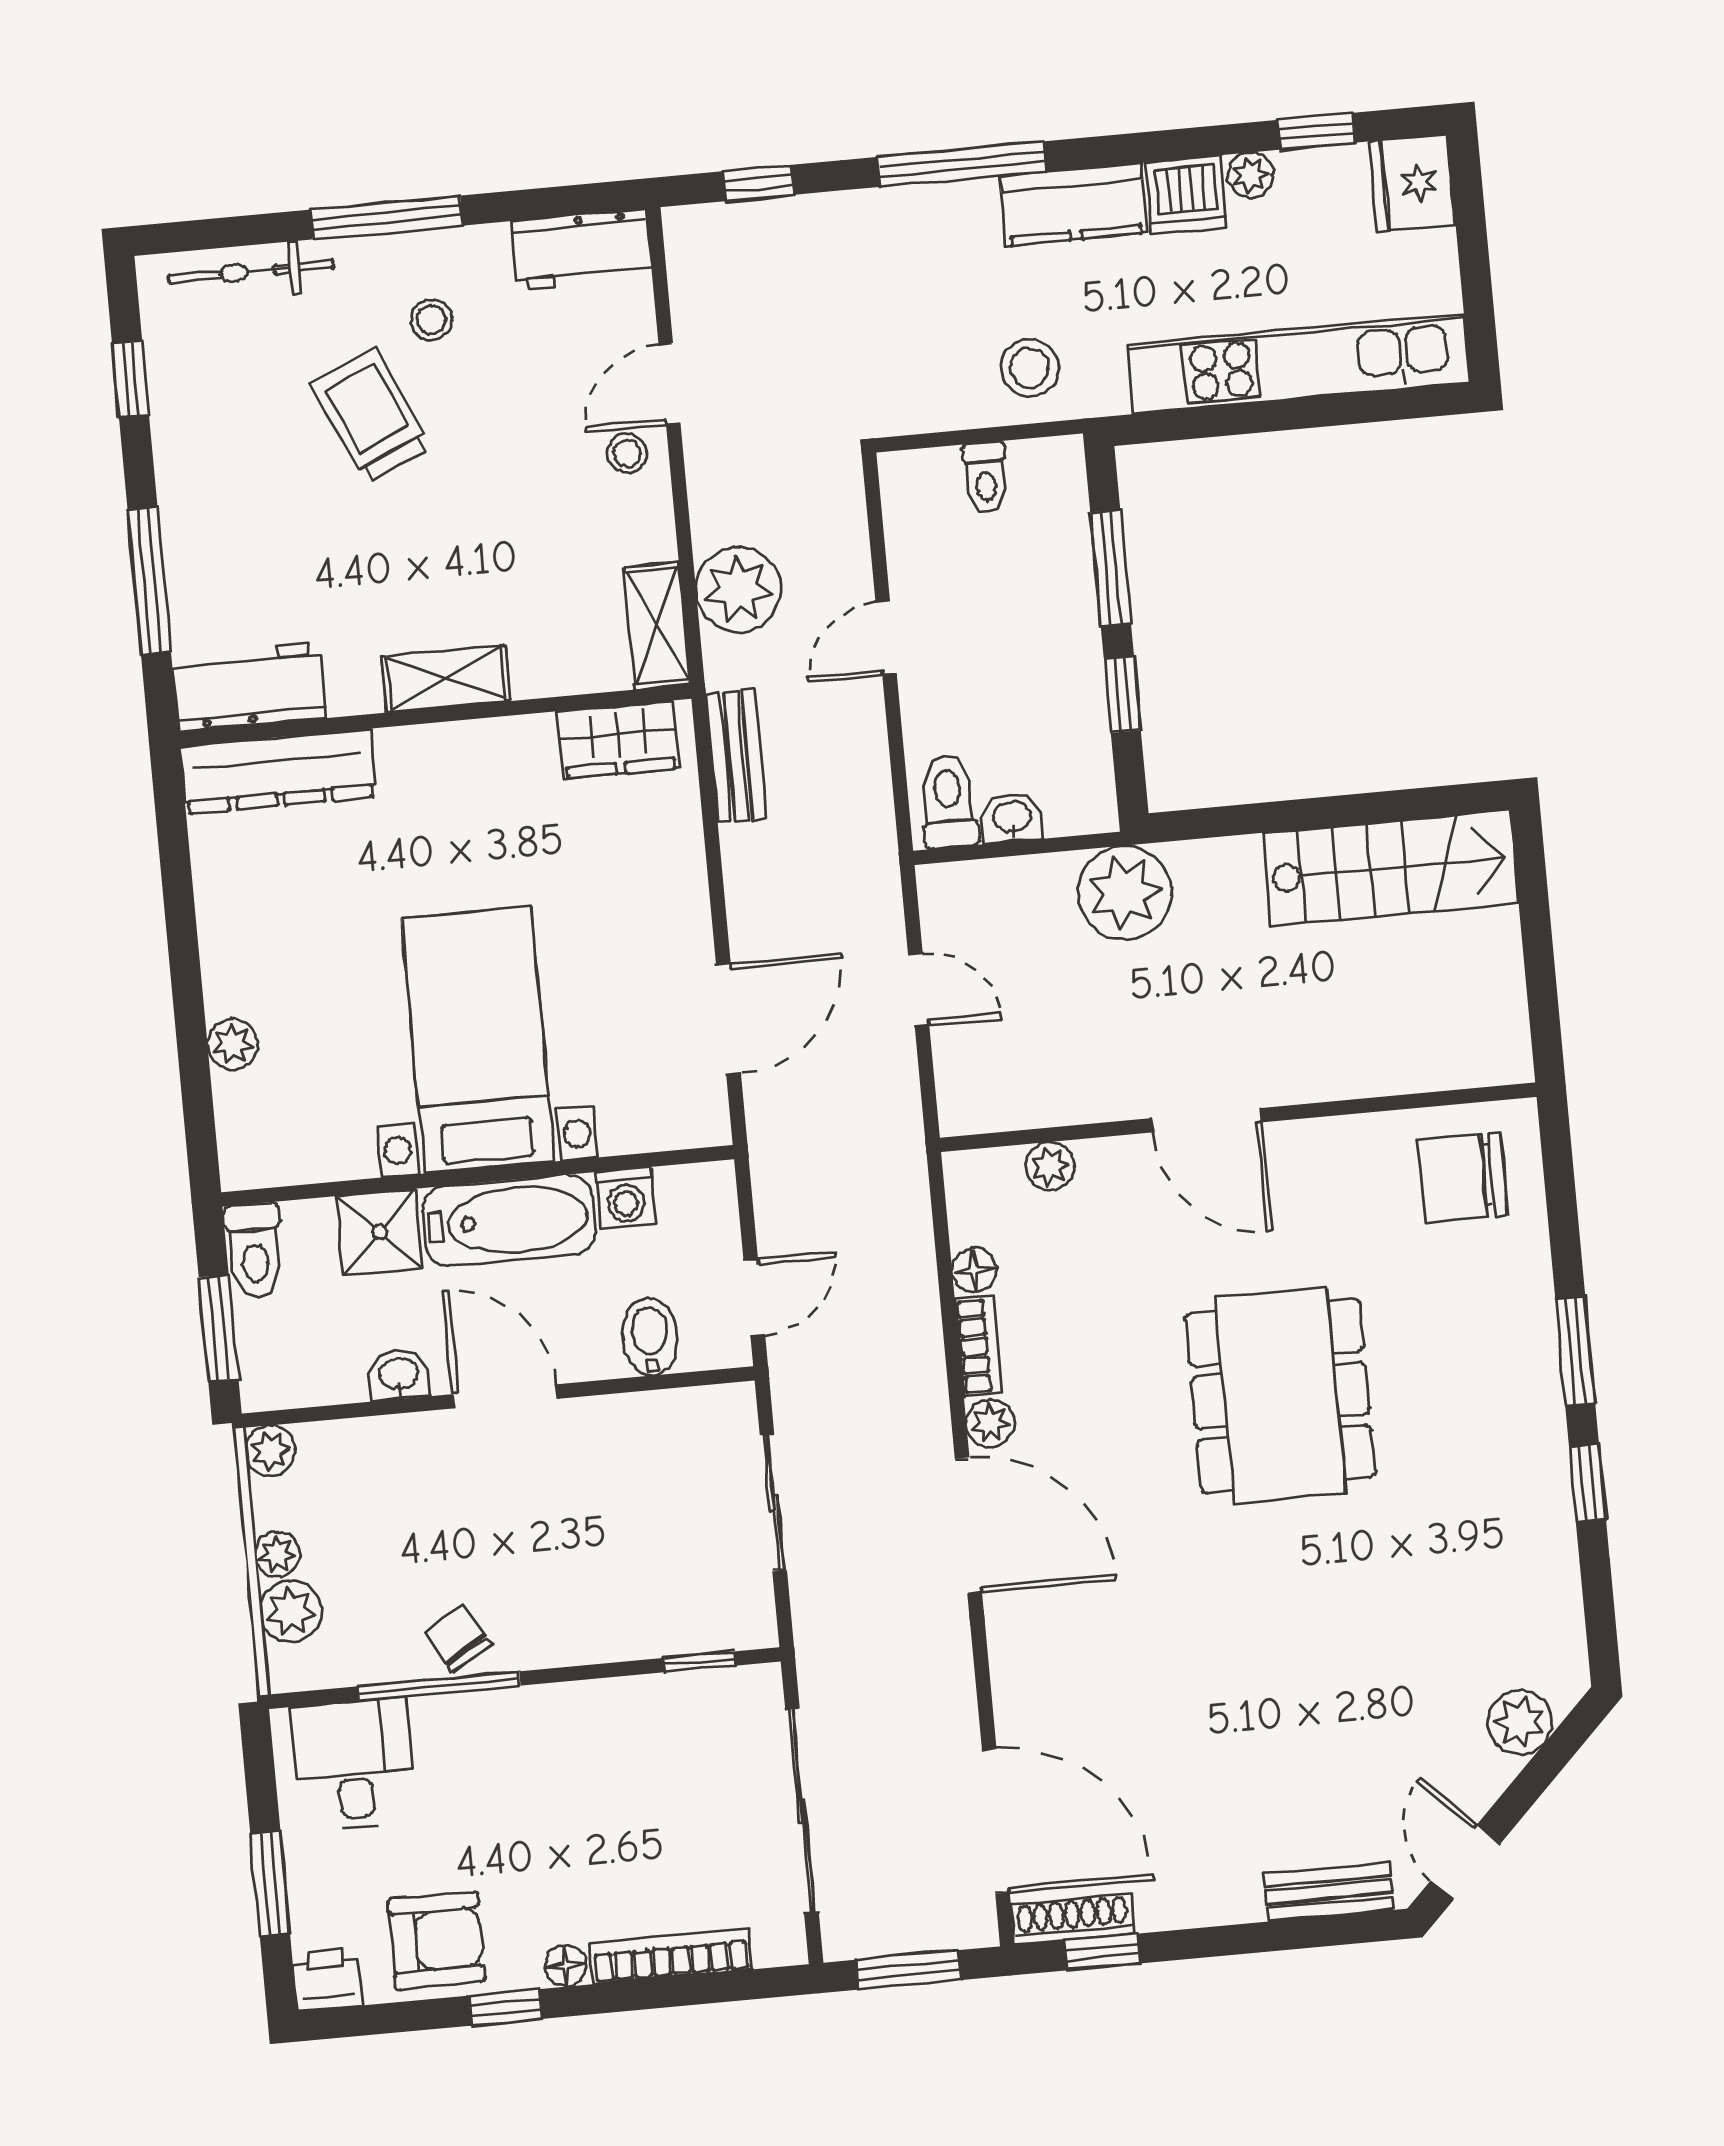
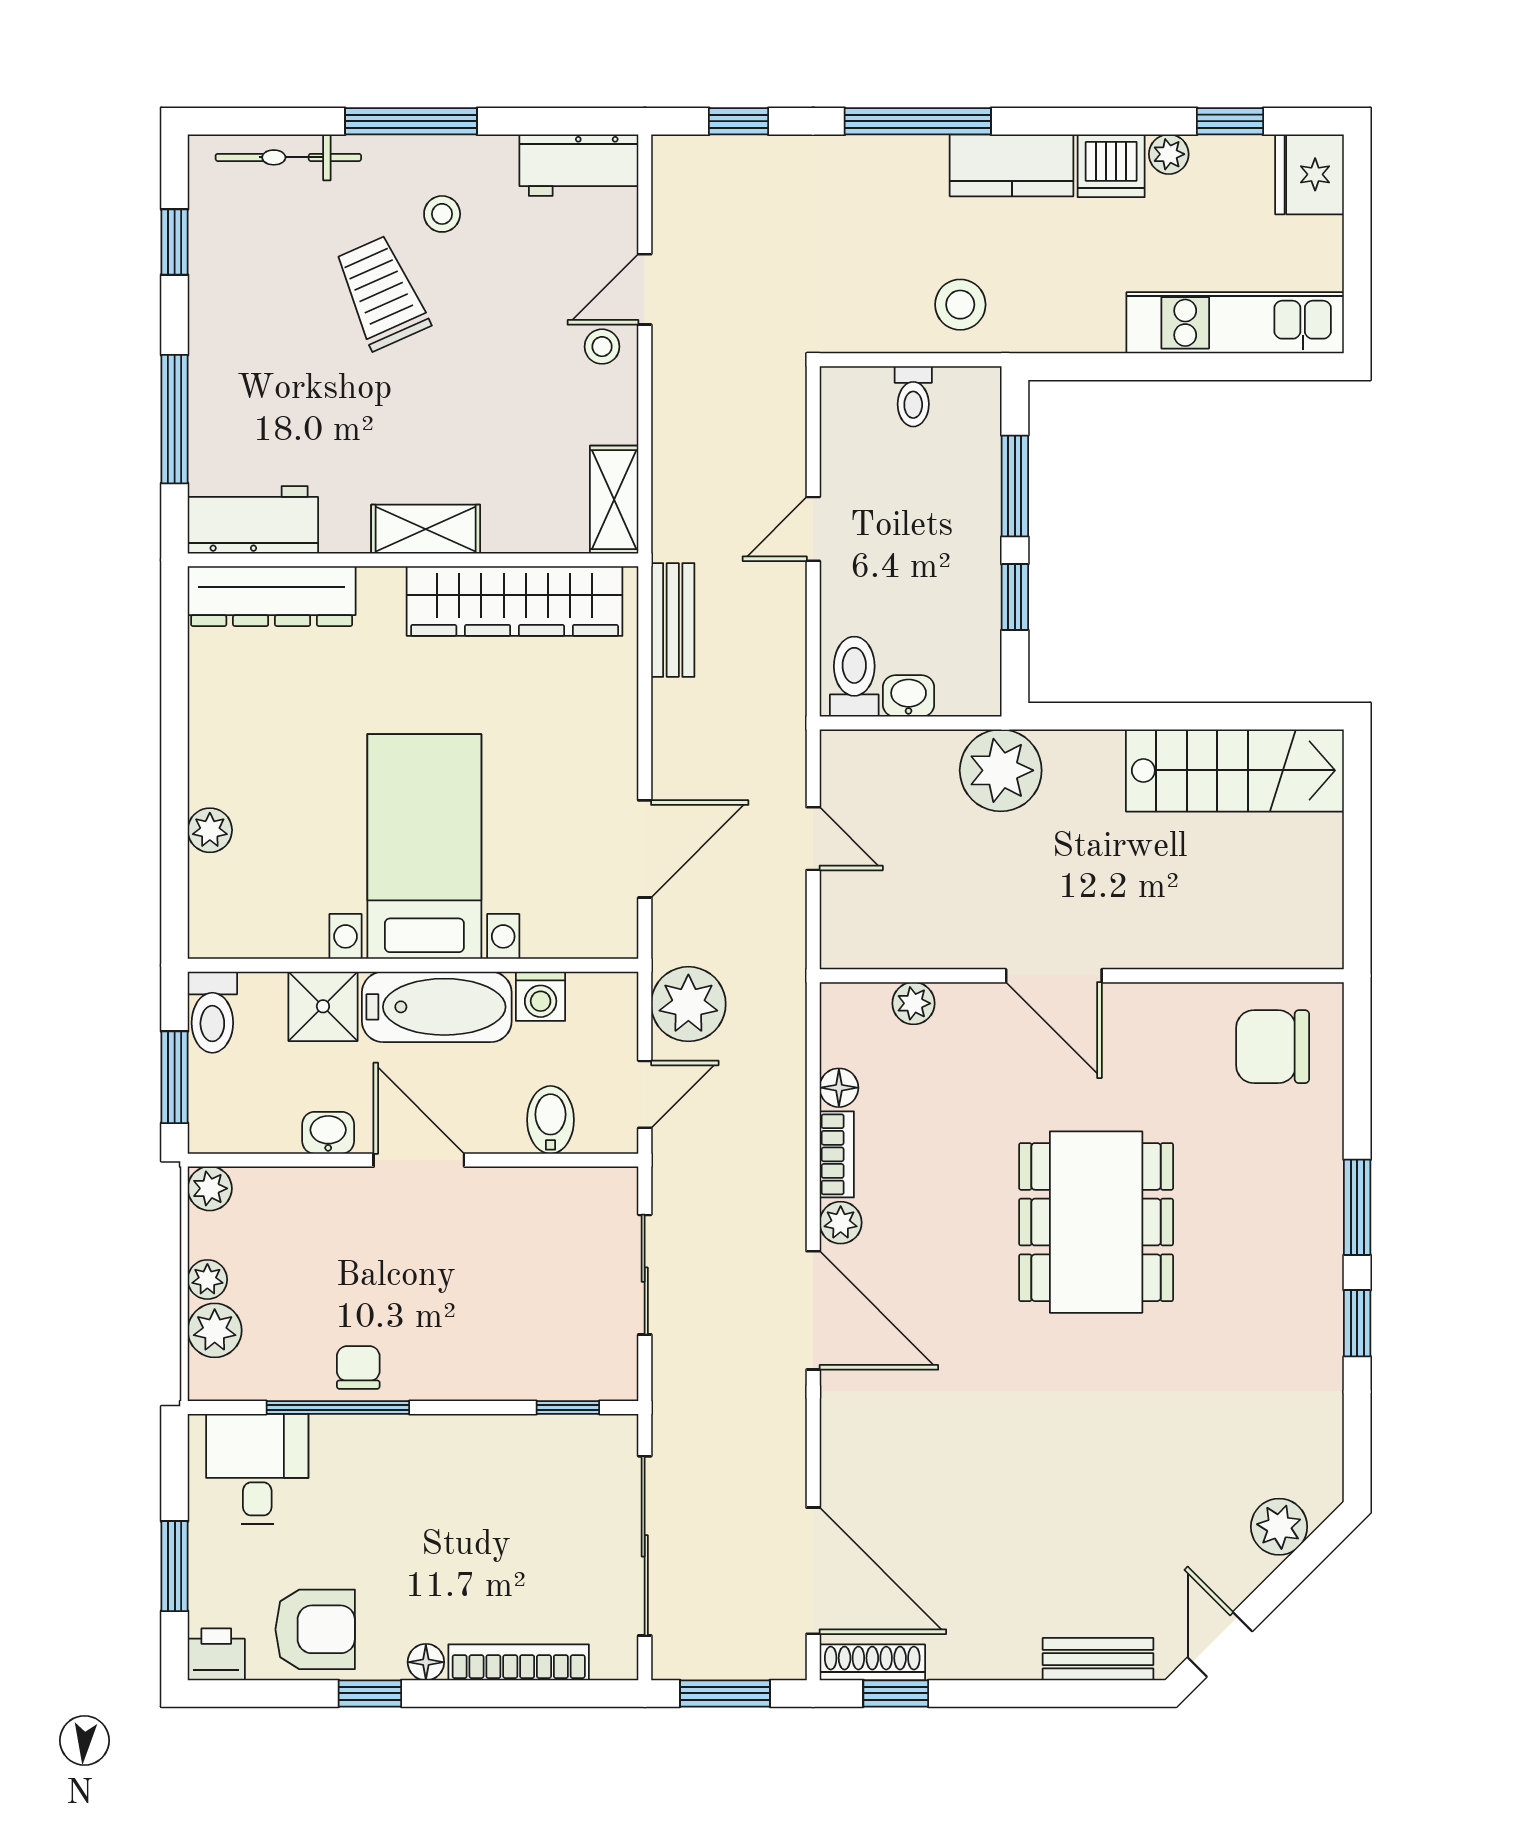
kitchen unit: (1299, 364) -> (1235, 323), width x0.73
plant: (739, 589) -> (688, 1004), moved
wardrobe: (618, 740) -> (515, 601), width x2.10, depth x1.17
chair: (458, 1638) -> (358, 1367), turned 31

